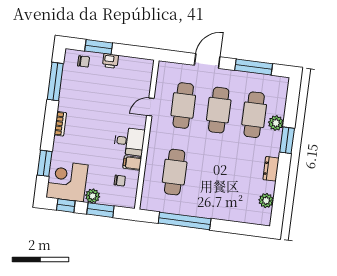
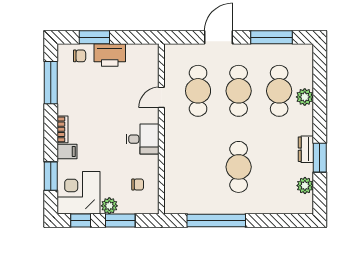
printer: (110, 61) -> (110, 55), width x1.87, depth x1.48
window: (287, 140) -> (320, 158), moved
filing cabinet: (132, 163) -> (67, 151), moved, turned 180
cafe table: (175, 172) -> (239, 167), moved

